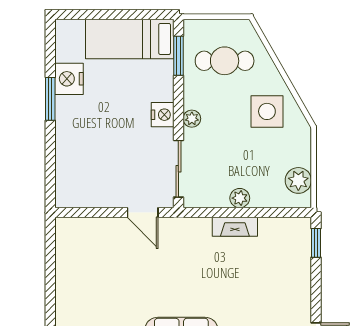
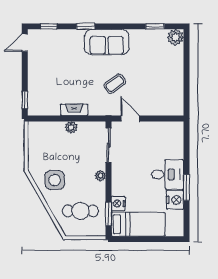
nightstand: (163, 115) -> (118, 204), moved
desk: (81, 121) -> (168, 174), added
plant: (298, 180) -> (36, 138), removed
coffee table: (168, 270) -> (115, 84), added

